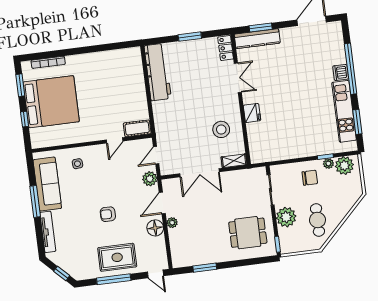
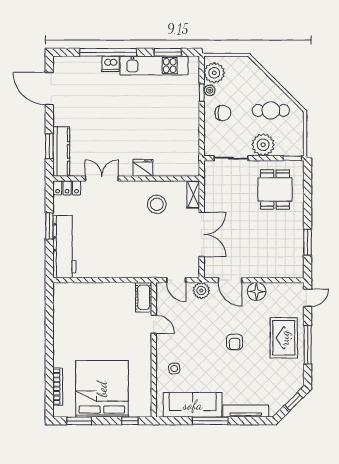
workbench: (158, 72) -> (64, 247), moved, turned 90
window: (25, 119) -> (130, 421), moved
chair: (310, 178) -> (223, 113), turned 90
plant: (172, 223) -> (253, 272), removed

